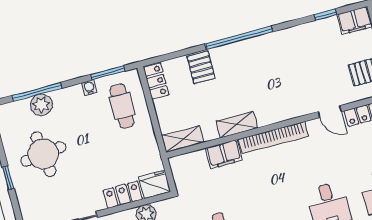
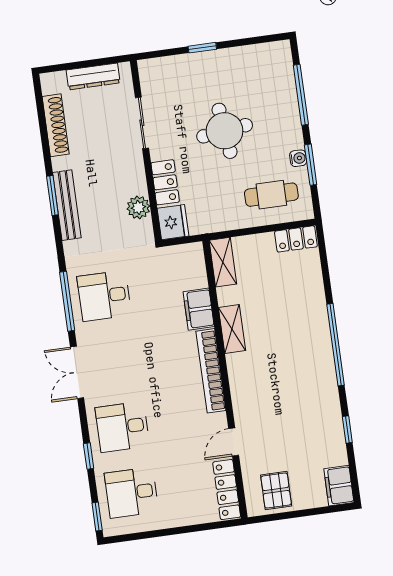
window: (325, 15) -> (347, 430), moved
pallet: (201, 67) -> (306, 295), removed
window: (108, 73) -> (311, 165), moved
plant: (41, 105) -> (285, 98), removed
round table: (43, 154) -> (225, 131), moved

